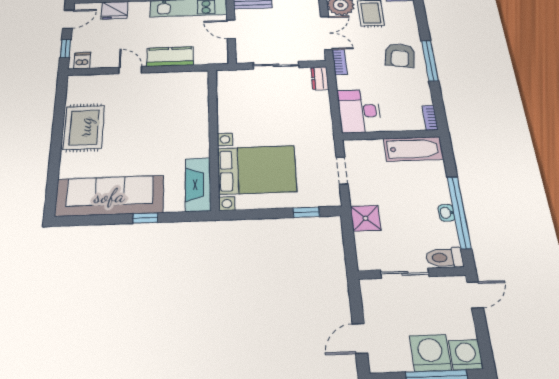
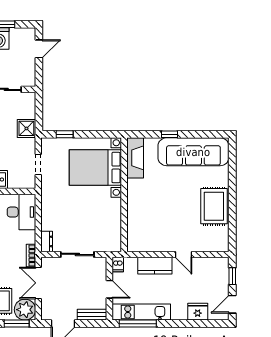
dishwasher: (82, 61) -> (118, 265), moved

